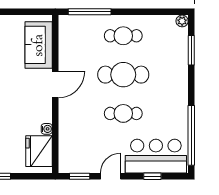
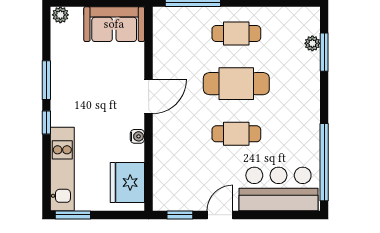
plant: (182, 21) -> (312, 43), moved
sofa: (39, 45) -> (114, 24), moved, turned -90
water cooler: (47, 129) -> (137, 136), moved
window: (152, 176) -> (274, 215), removed

